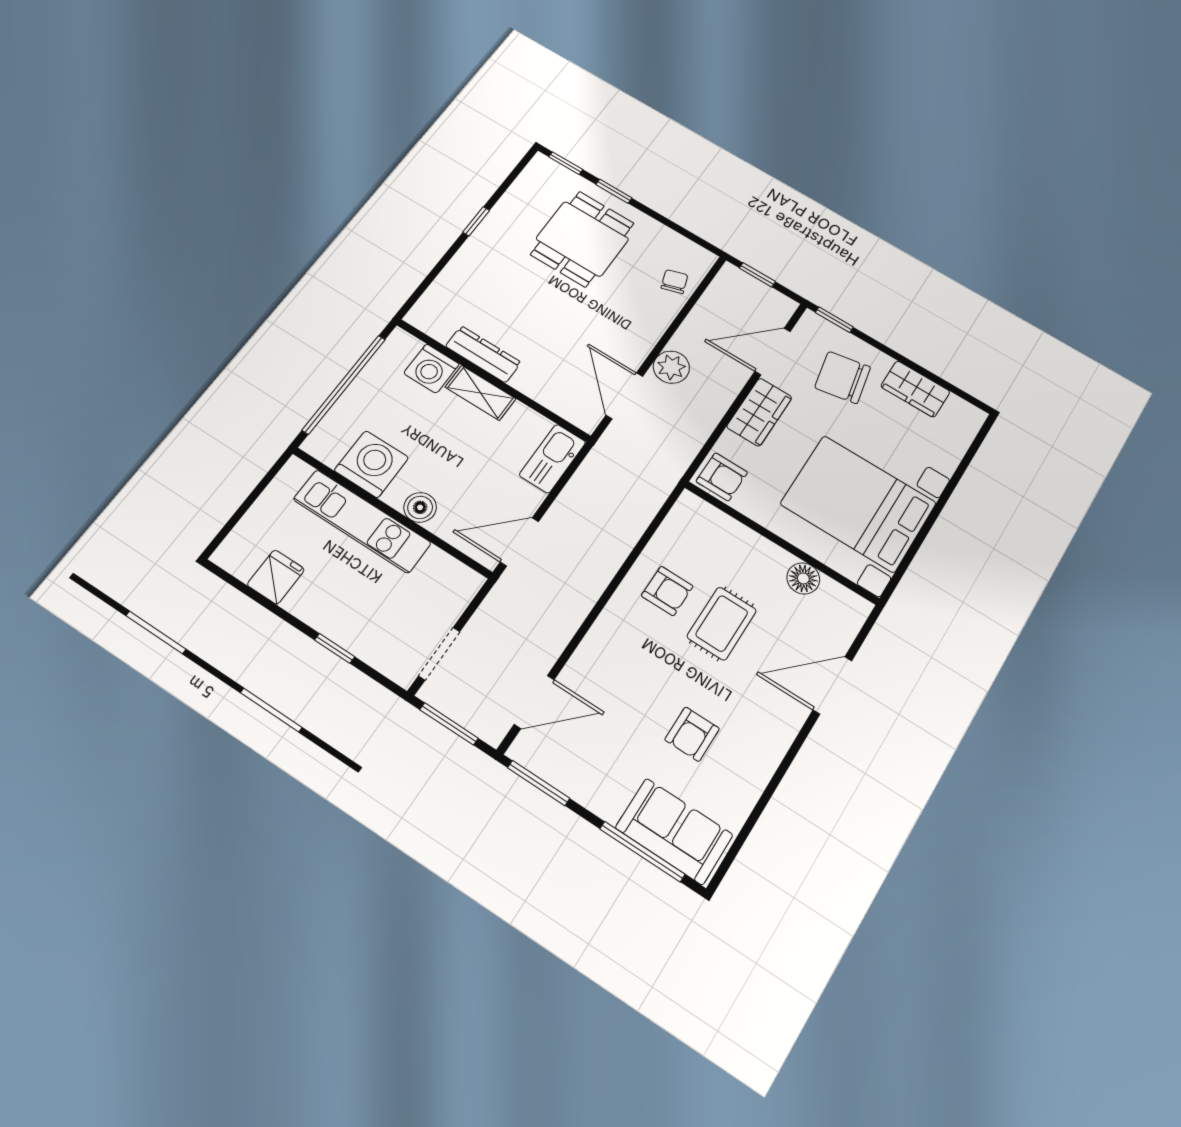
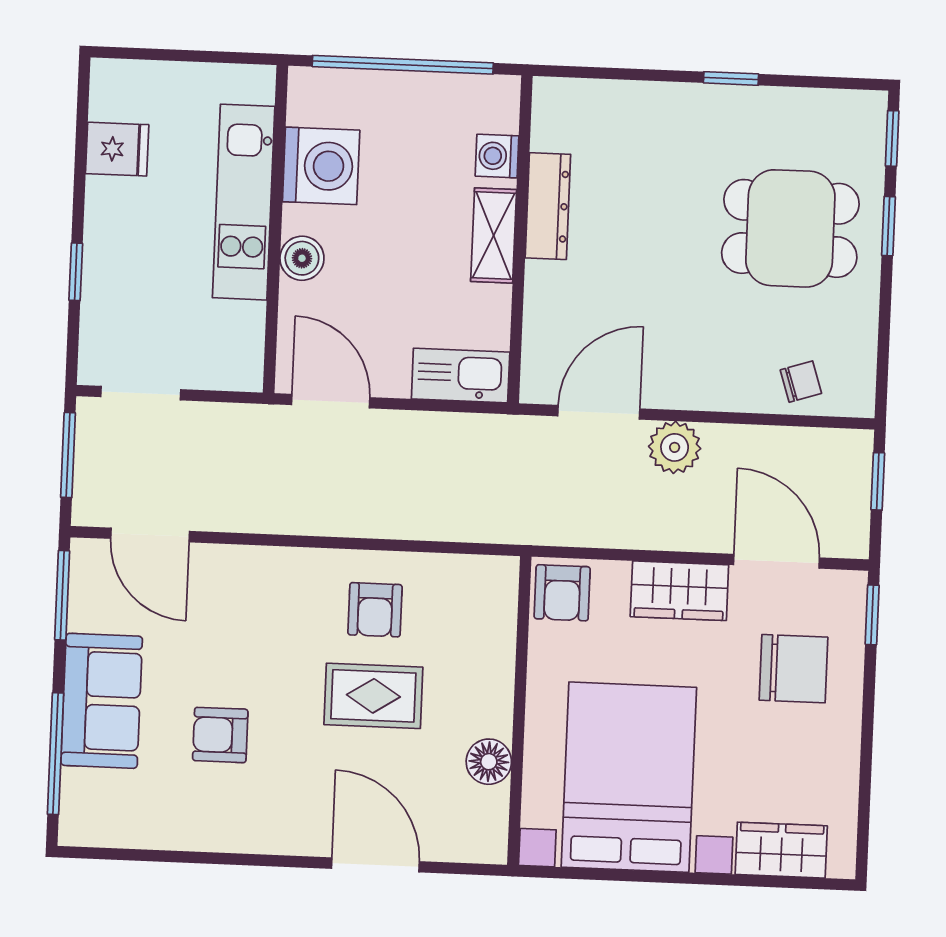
washing machine: (431, 369) -> (497, 156), width x0.73, depth x0.73
chair: (843, 377) -> (794, 669), turned 101
wardrobe: (915, 389) -> (781, 850), moved, turned 90
sofa: (674, 831) -> (102, 701), moved

